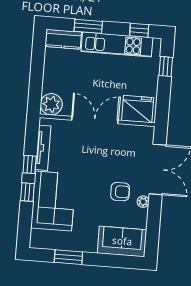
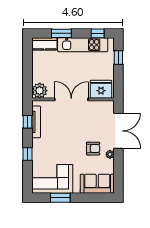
window: (30, 164) -> (28, 122), moved
corner sofa: (53, 201) -> (52, 179), moved, turned -90

